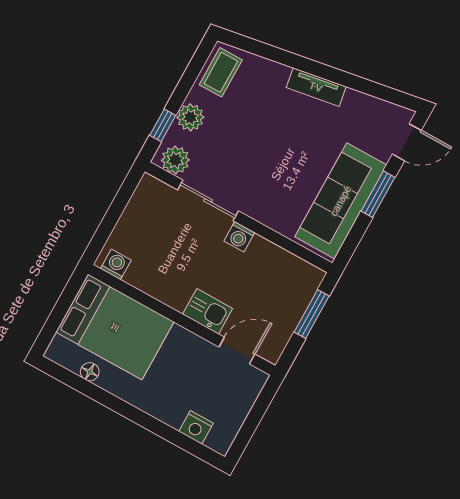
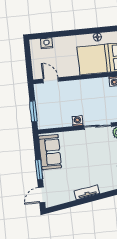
sofa: (341, 201) -> (50, 152), width x0.73
kitchen sink: (208, 311) -> (71, 87), removed
door: (237, 351) -> (51, 80), swing flipped

